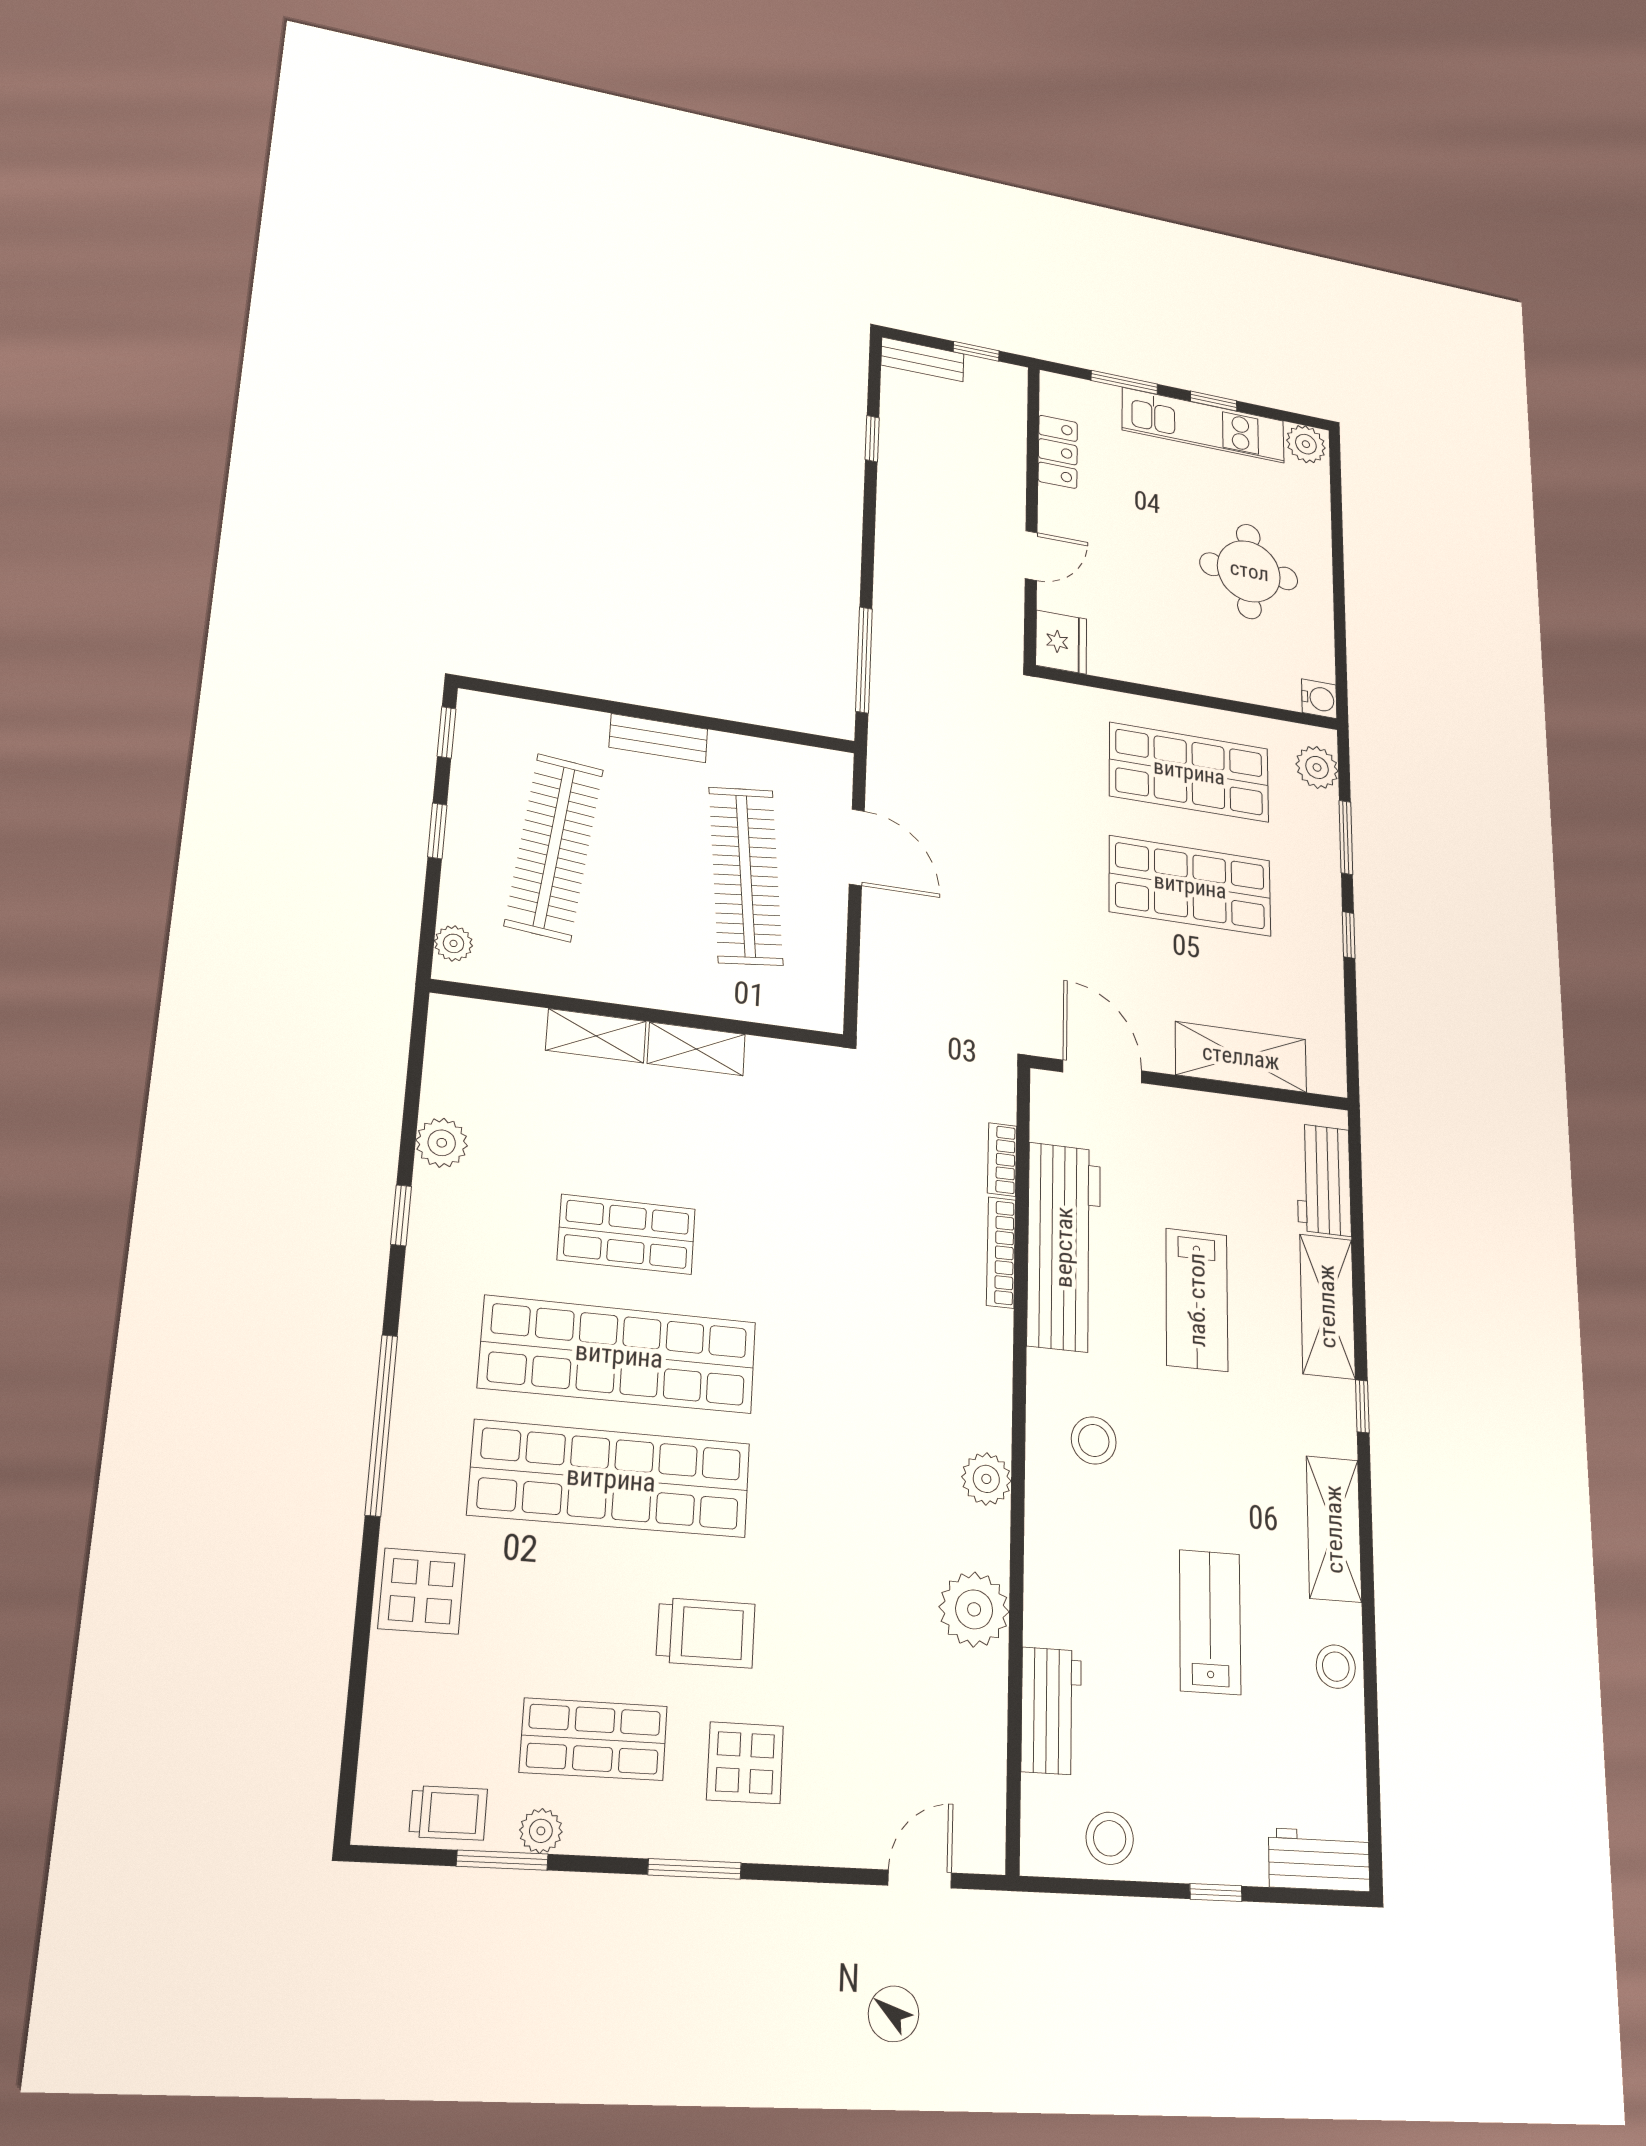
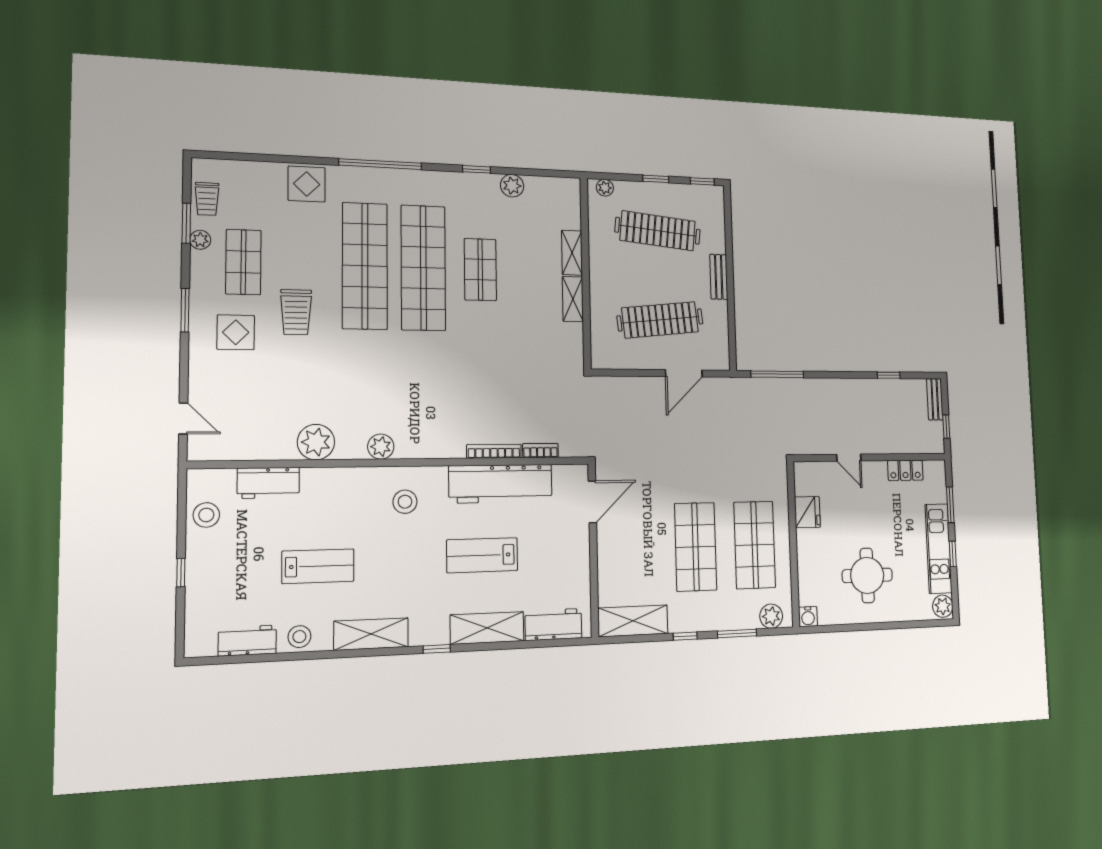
fridge: (1061, 642) -> (807, 512), moved, turned -90
shelving: (1241, 1057) -> (633, 621), moved, turned 90
workbench: (1319, 1860) -> (247, 641), moved, turned -90

